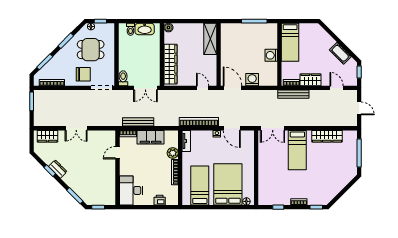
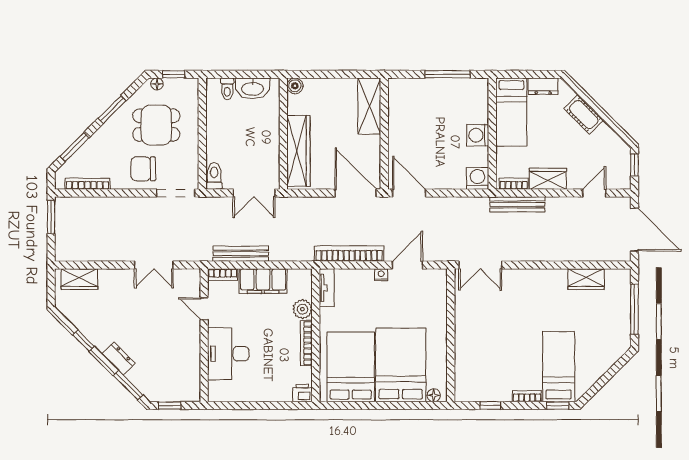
dresser: (308, 28) -> (543, 86), added
cot: (340, 53) -> (584, 114), moved
chair: (83, 74) -> (143, 169), turned 180
washing machine: (252, 80) -> (477, 178), moved
door: (203, 88) -> (356, 193), width x1.88
door: (337, 88) -> (594, 193), hinge flipped
door: (359, 108) -> (634, 230), width x1.88
double door: (76, 128) -> (154, 265), moved
door: (232, 128) -> (407, 265), swing flipped
wardrobe: (327, 136) -> (586, 279), width x0.67
bed: (297, 150) -> (559, 367), moved, turned 180
door: (117, 153) -> (204, 309), hinge flipped
dresser: (58, 169) -> (119, 358), moved
bed: (200, 185) -> (351, 367), width x1.50
desk: (131, 190) -> (228, 354), moved
printer: (160, 200) -> (302, 393), moved

